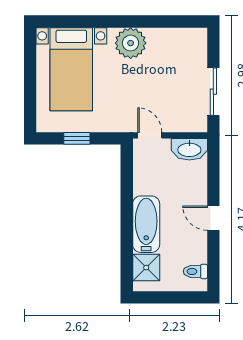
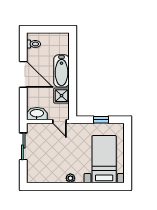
plant: (131, 43) -> (70, 178), width x0.53, depth x0.53
door: (213, 218) -> (23, 74), width x1.88
shower: (146, 268) -> (61, 96), moved

